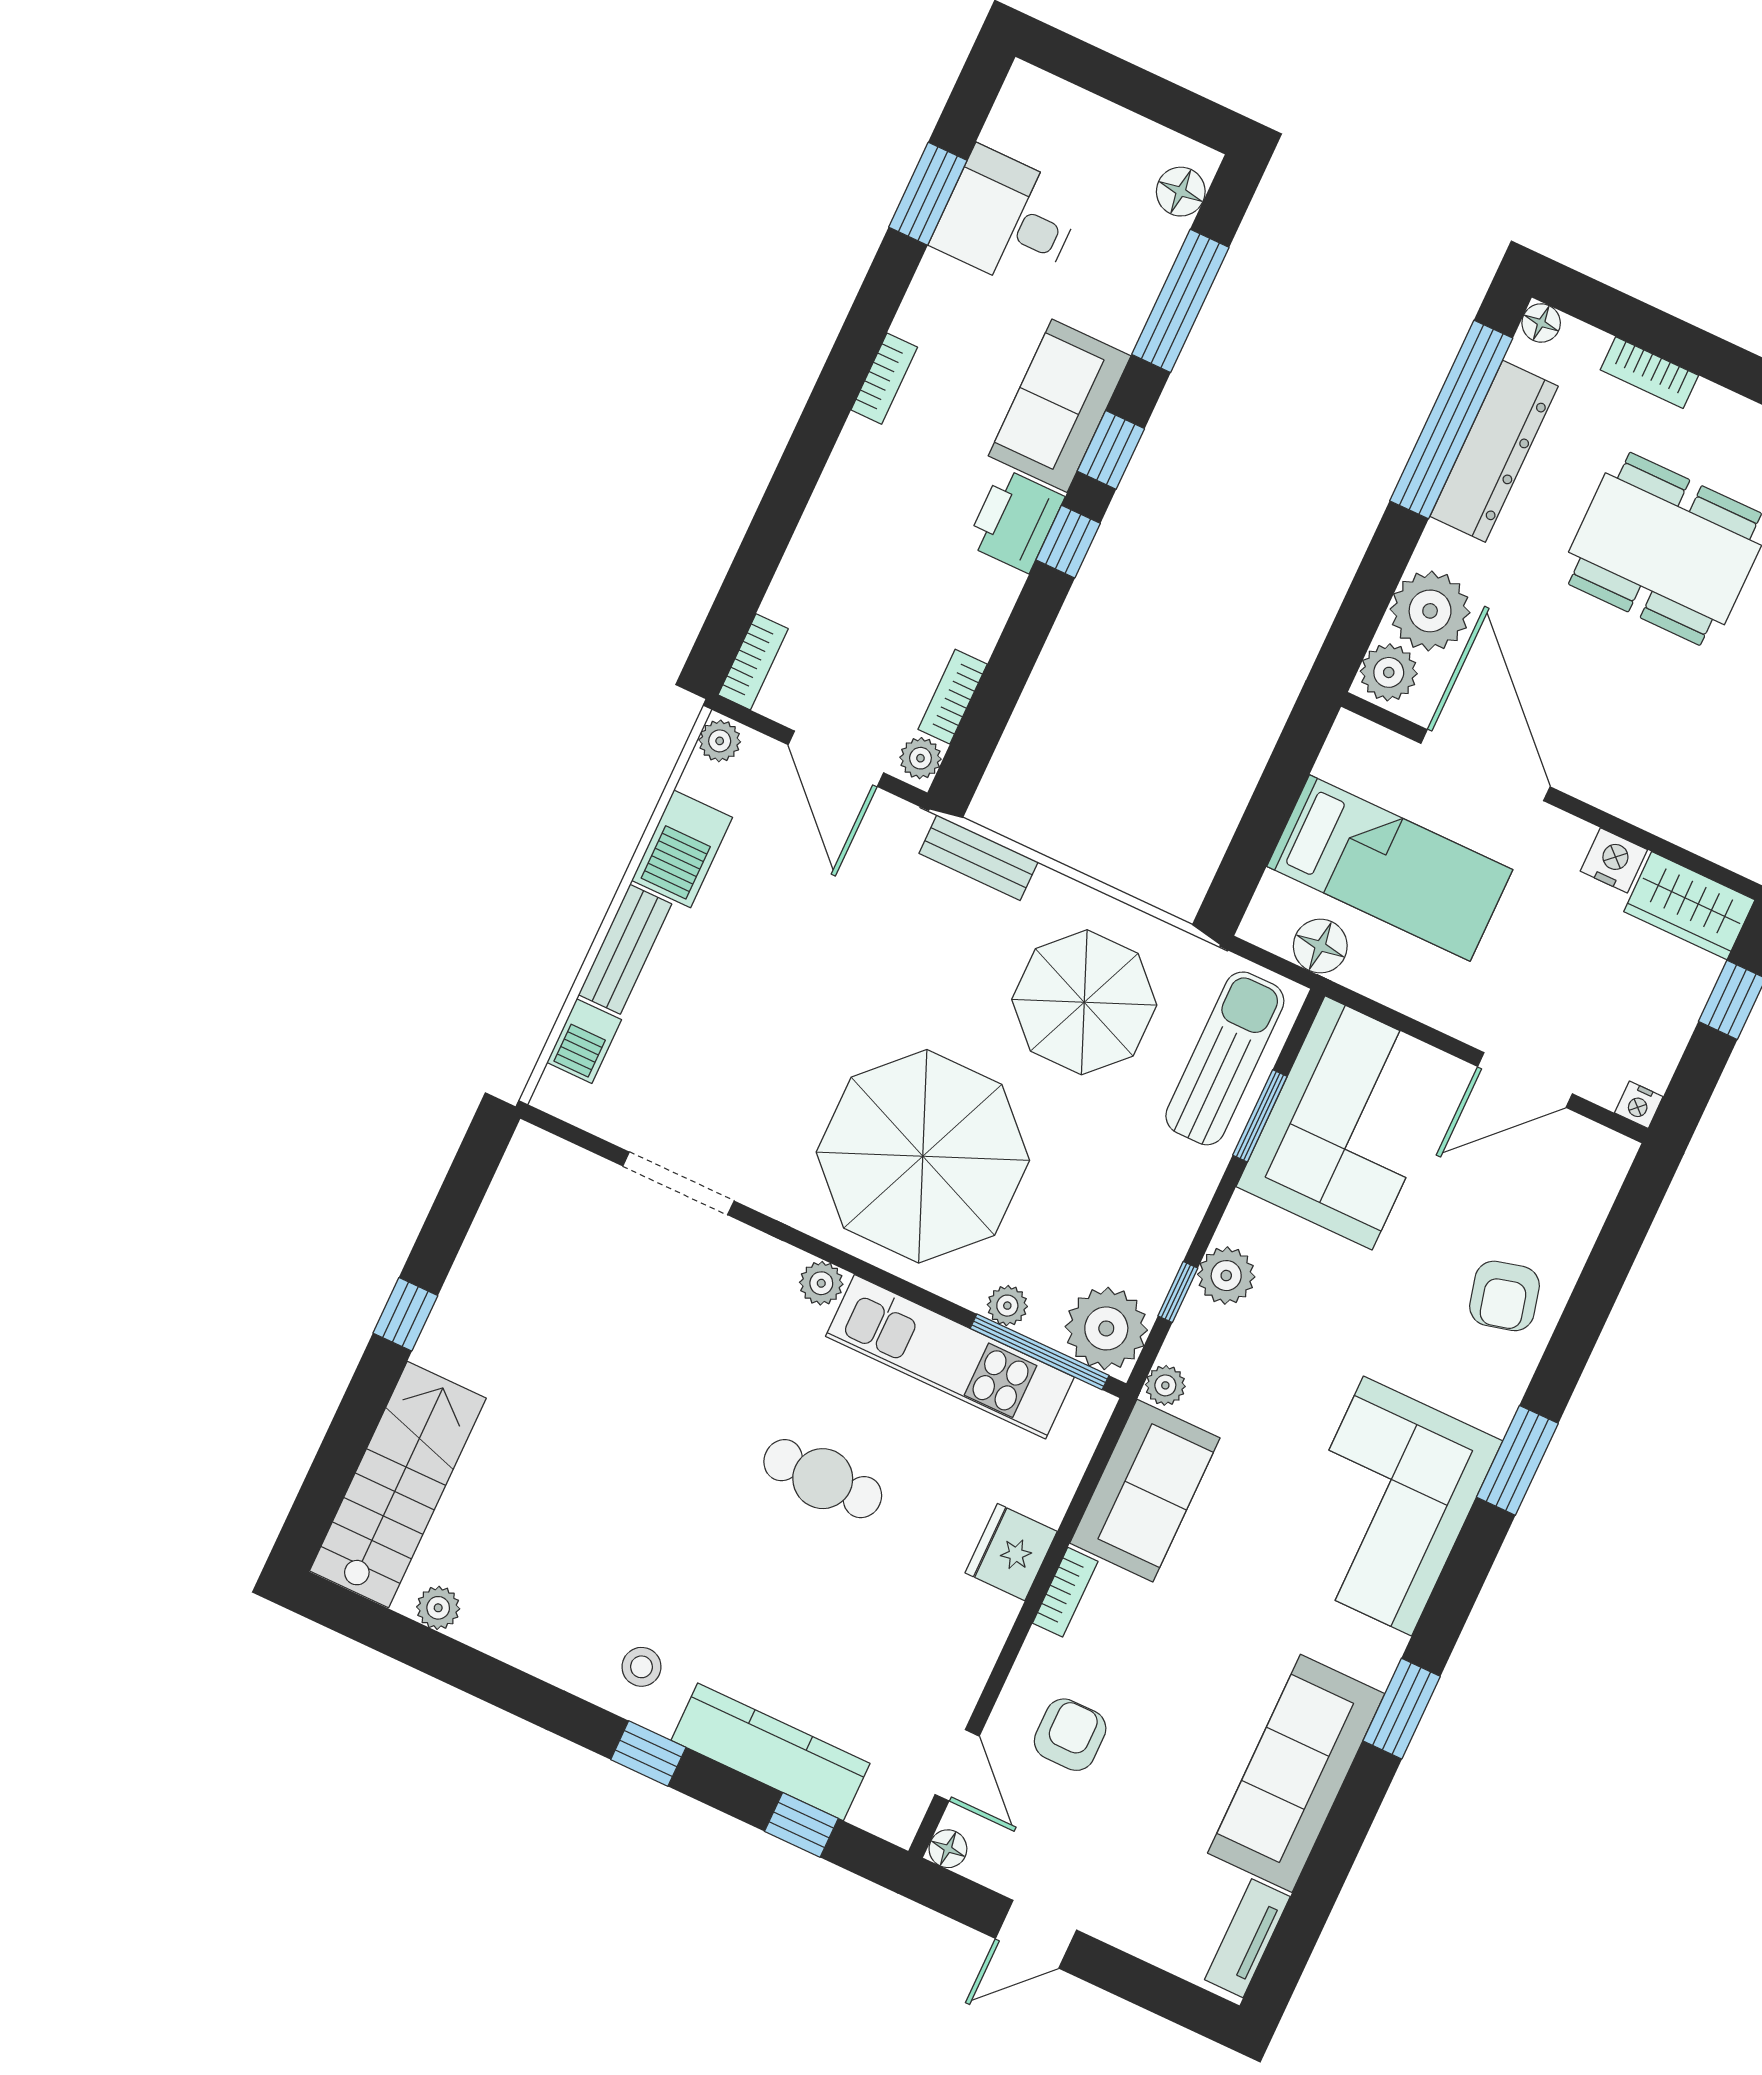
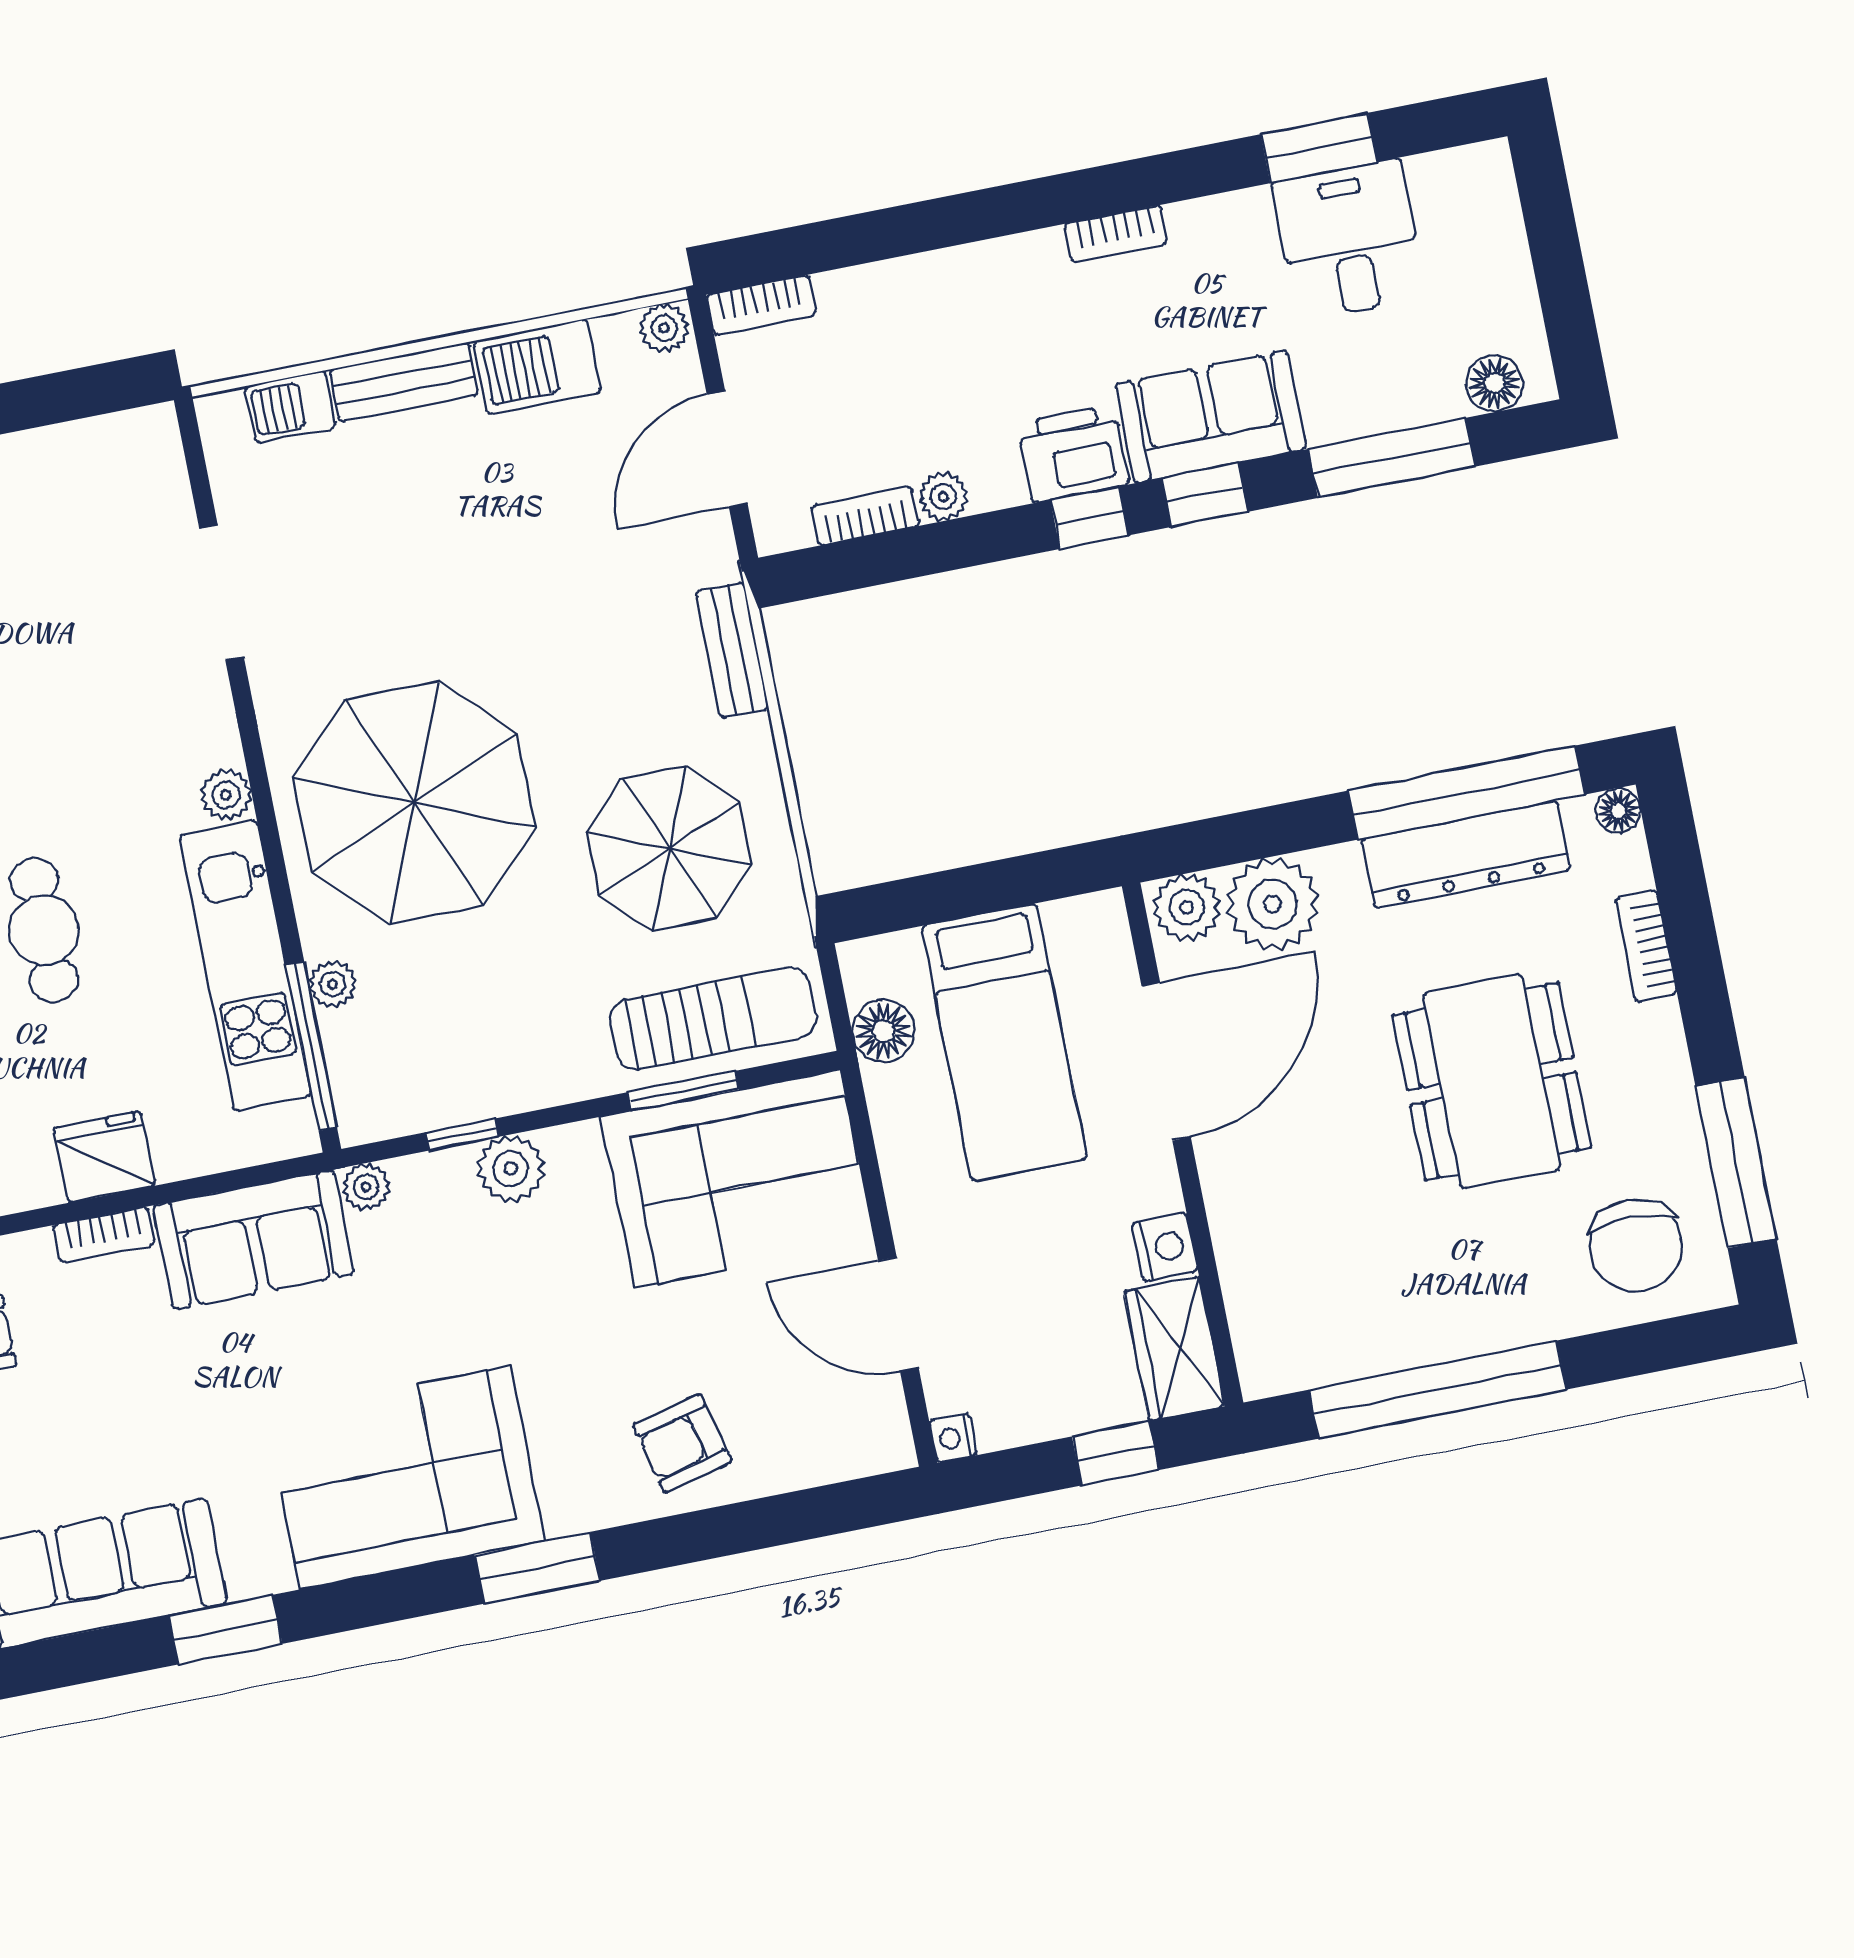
plant: (920, 758) -> (943, 497), moved
plant: (1106, 1328) -> (379, 1093), removed

